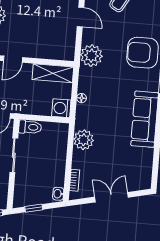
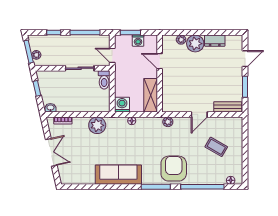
plant: (91, 56) -> (168, 122), width x0.53, depth x0.53

